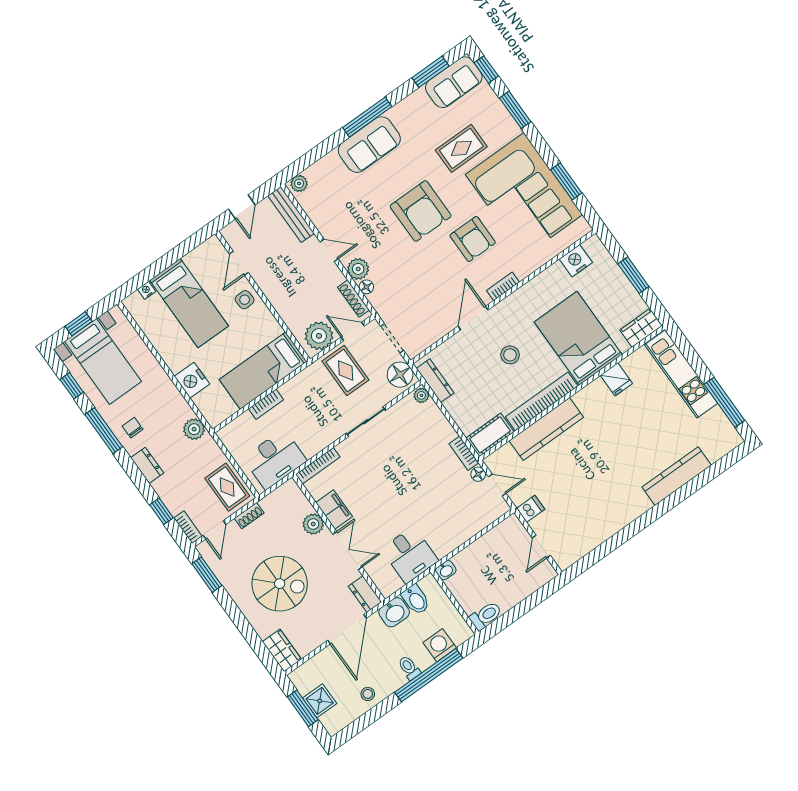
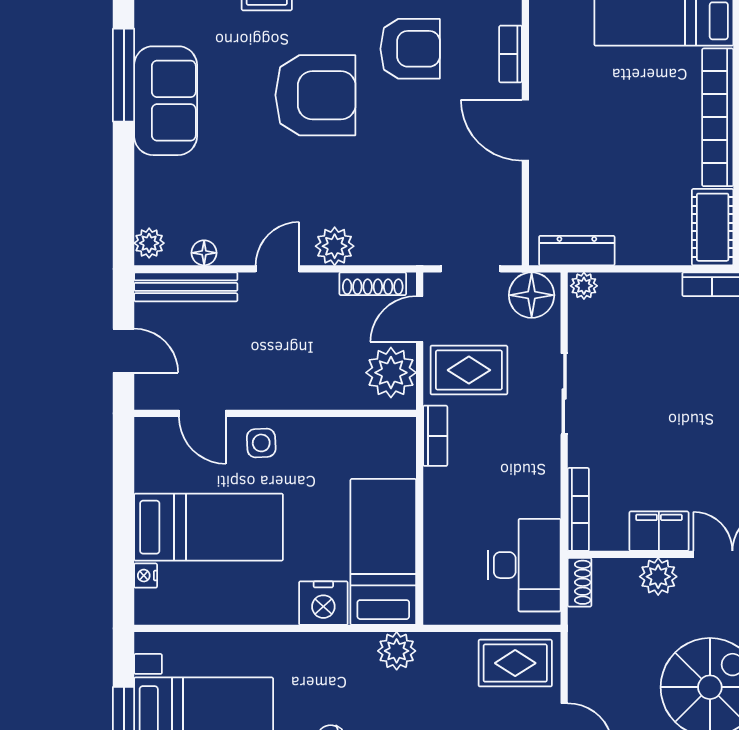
floor lamp: (366, 287) -> (204, 253), moved
stool: (510, 355) -> (617, 115), removed
bed: (263, 371) -> (383, 552), moved, turned 180
bookcase: (266, 404) -> (435, 436), moved
shoe rack: (249, 516) -> (580, 582), moved

